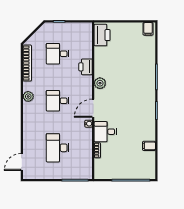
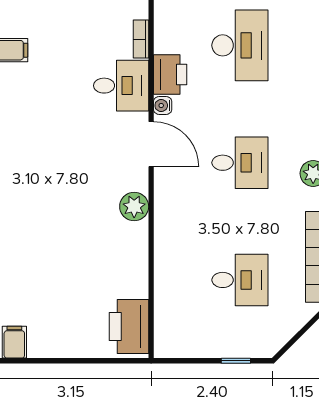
printer: (86, 67) -> (170, 74), moved
door: (93, 108) -> (151, 144), hinge flipped

